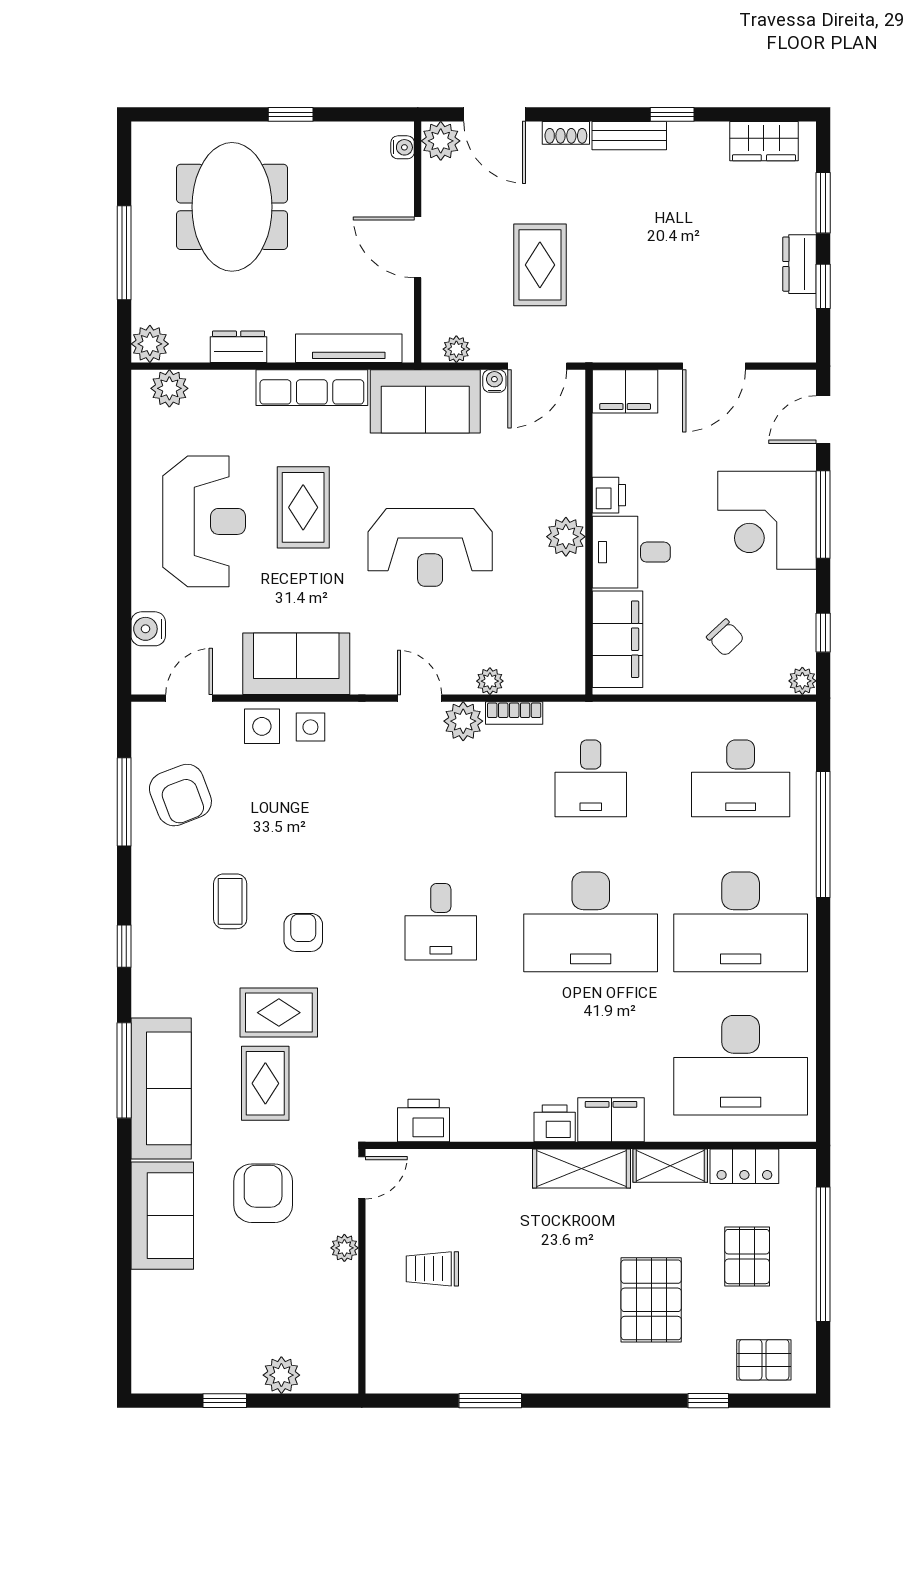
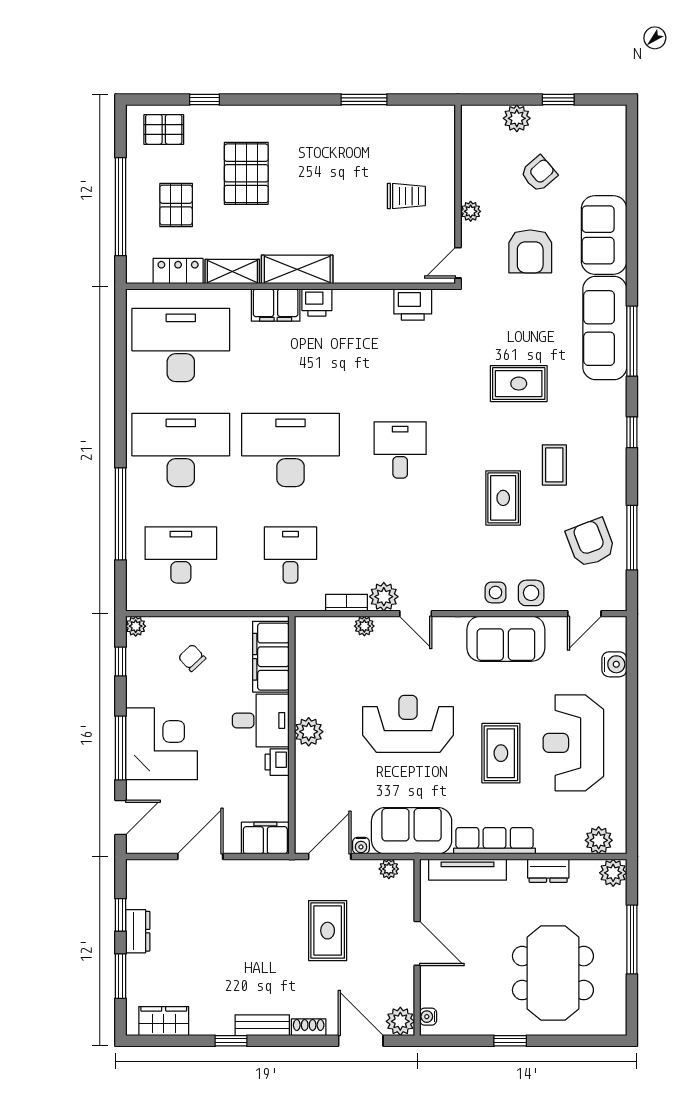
armchair: (303, 932) -> (539, 174), moved, turned -131
rug: (265, 1083) -> (503, 498), moved

